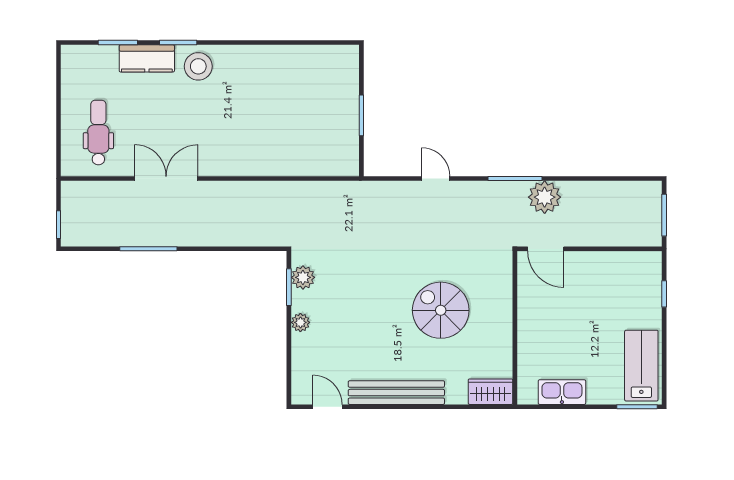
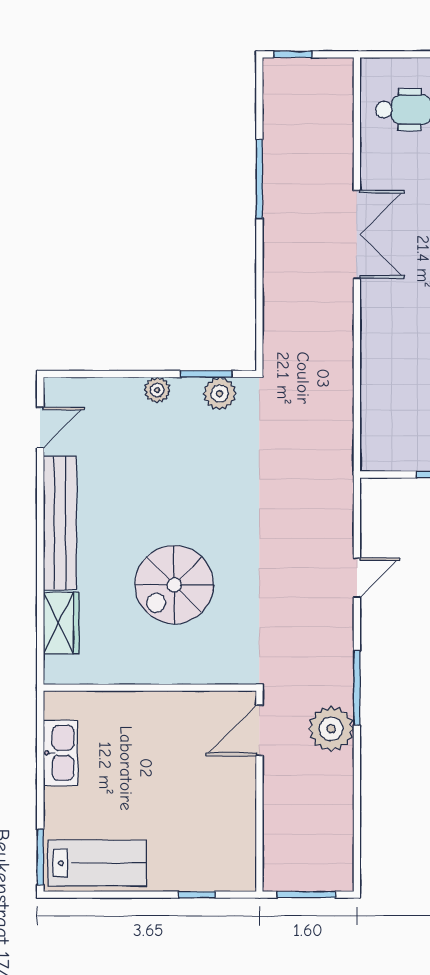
double door: (166, 179) -> (357, 234), moved
spiral stairs: (441, 310) -> (174, 585), turned 180
wardrobe: (491, 392) -> (61, 623), moved

